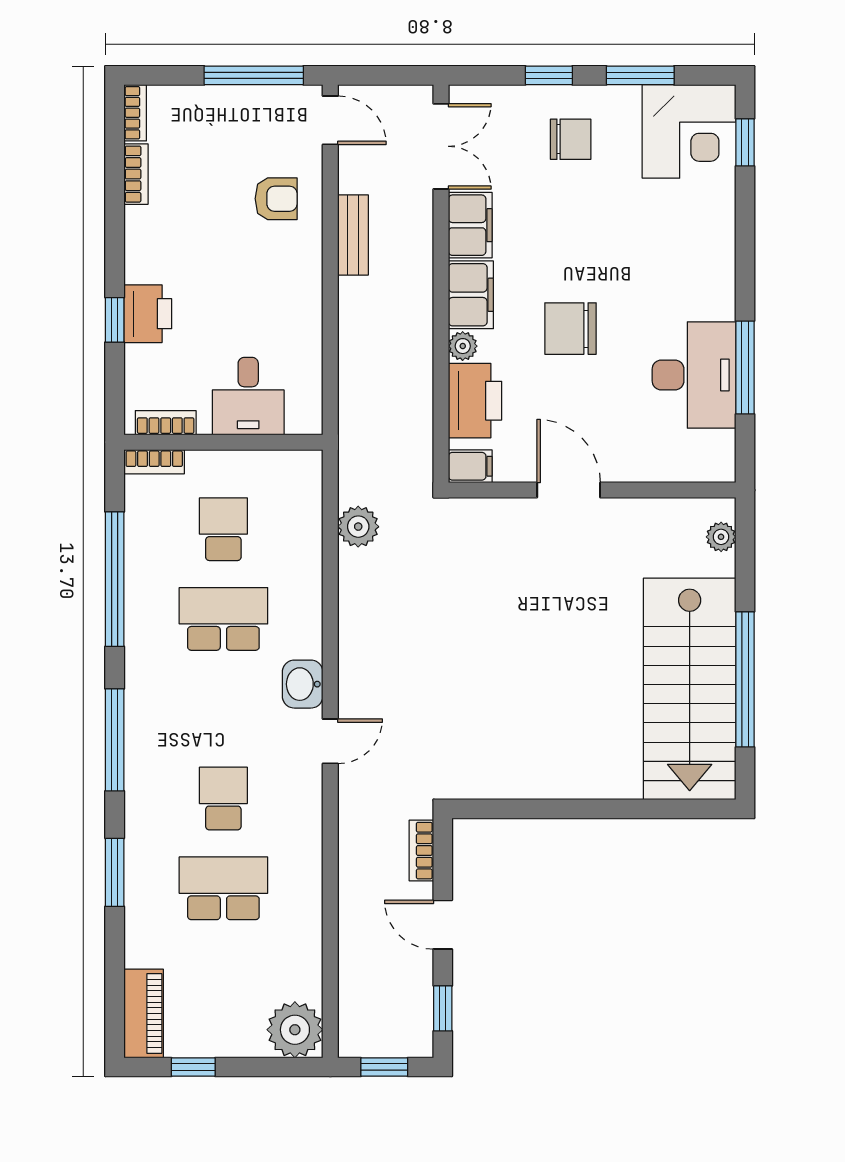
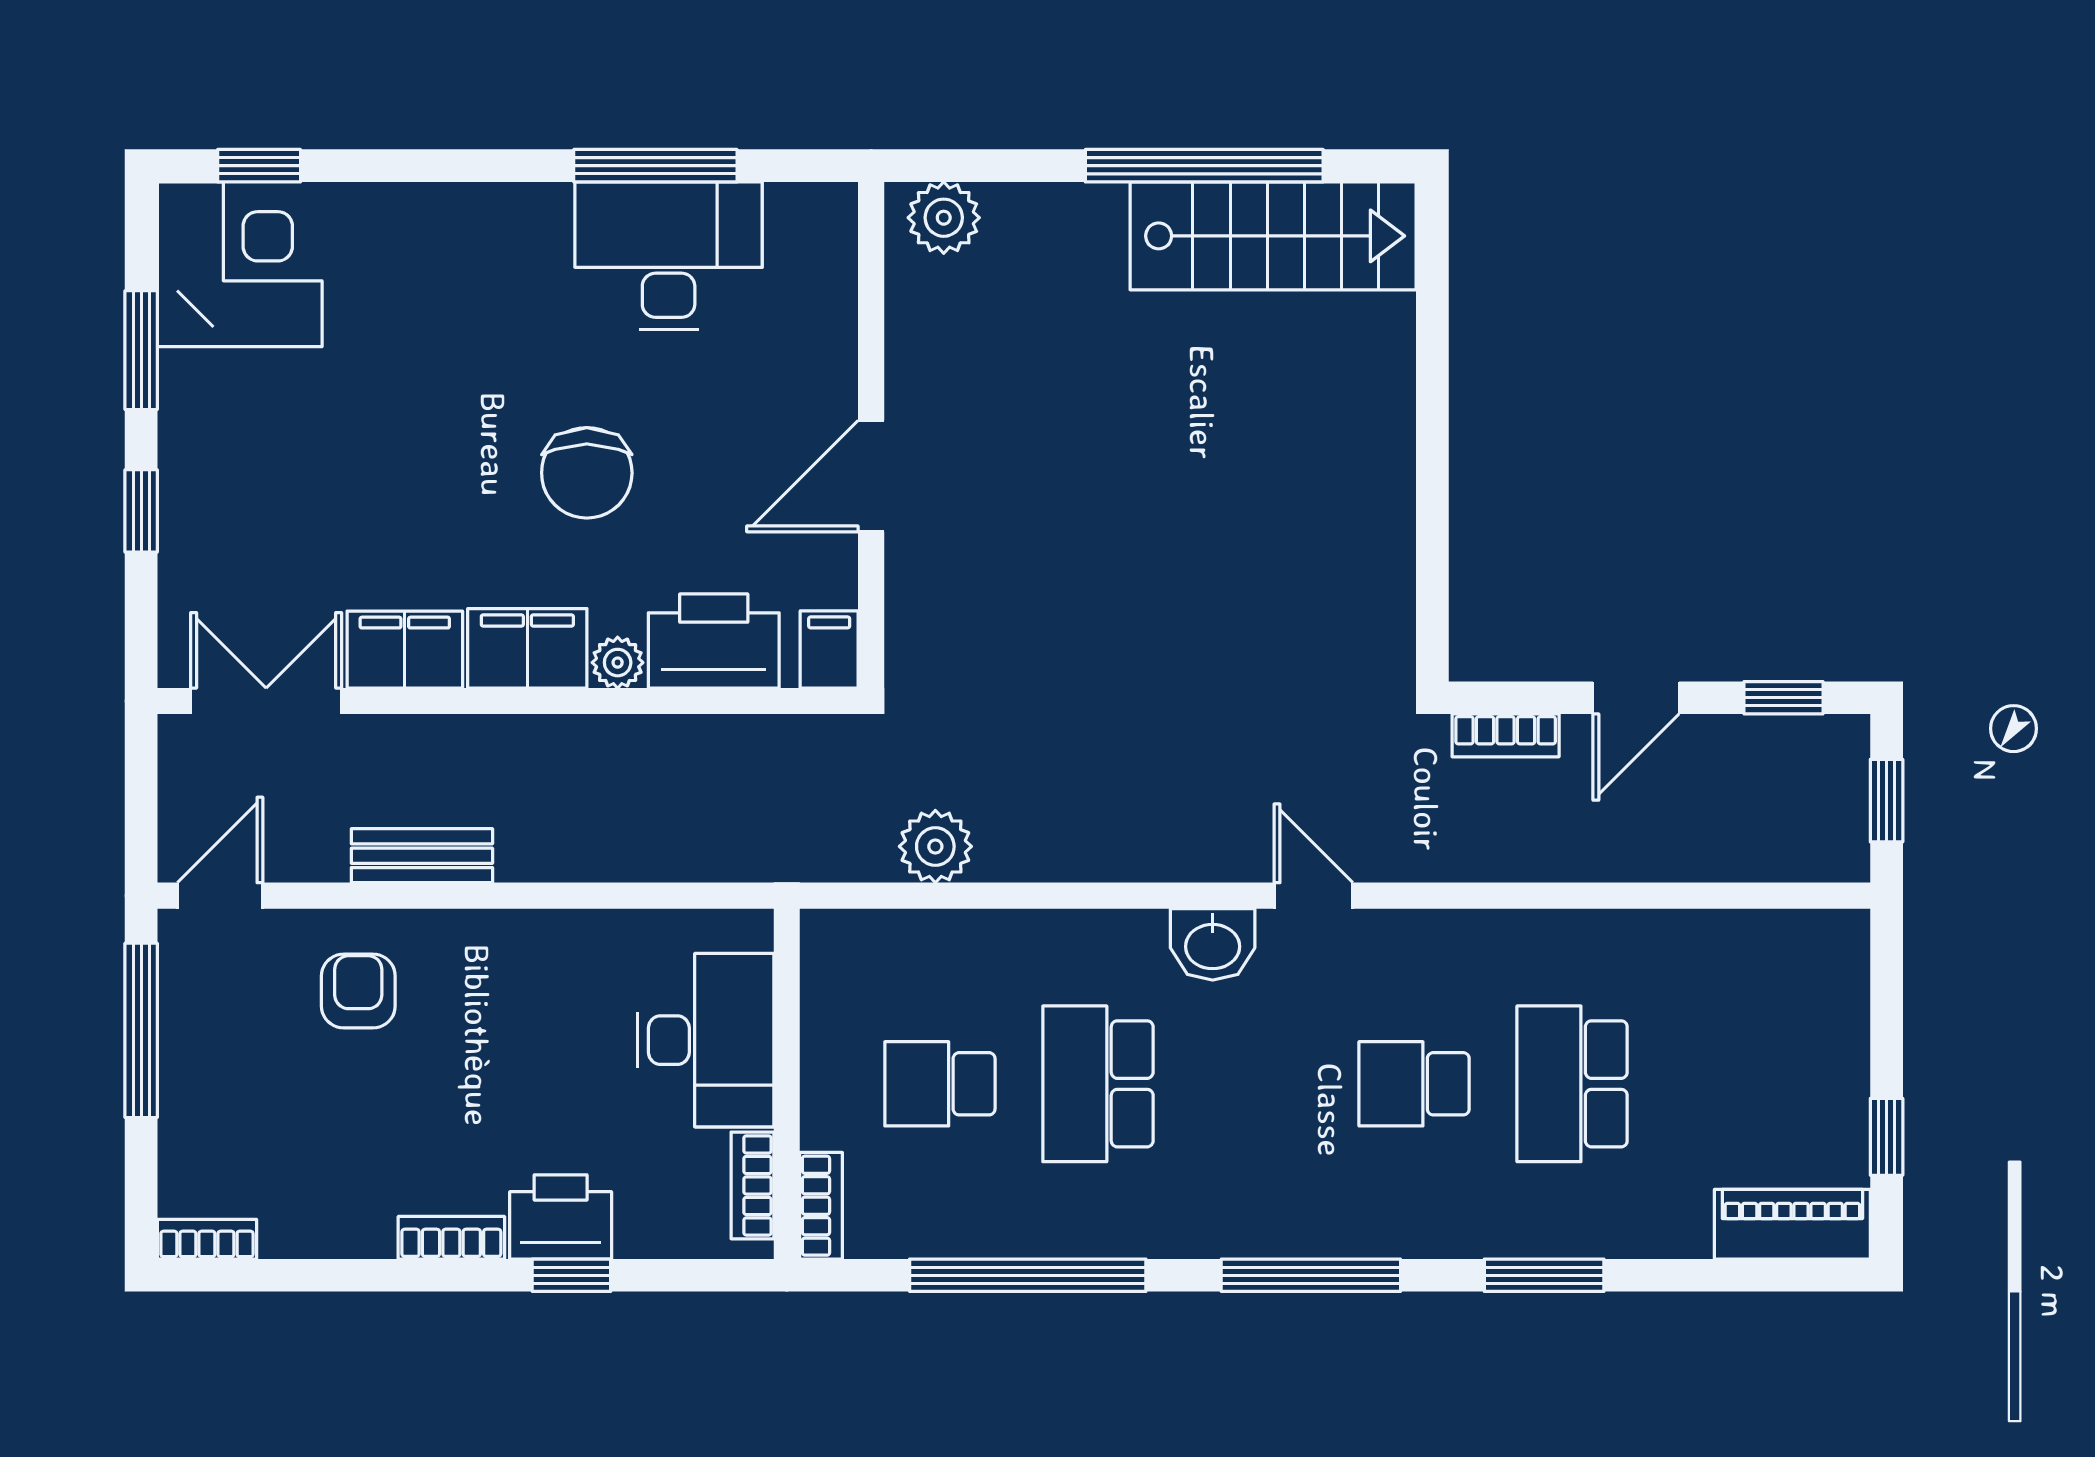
chair: (571, 139) -> (254, 473), removed
bookcase: (136, 174) -> (451, 1238), moved
desk: (248, 396) -> (706, 1040), width x1.37
plant: (721, 537) -> (944, 218), width x1.38, depth x1.38
stairs: (690, 689) -> (1273, 236), width x0.73, depth x0.66
plant: (295, 1030) -> (1821, 958), removed

